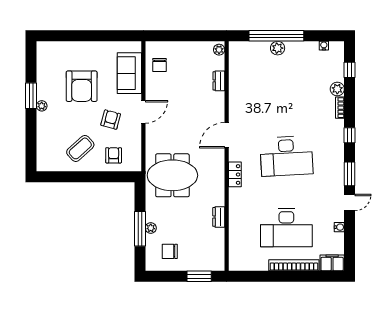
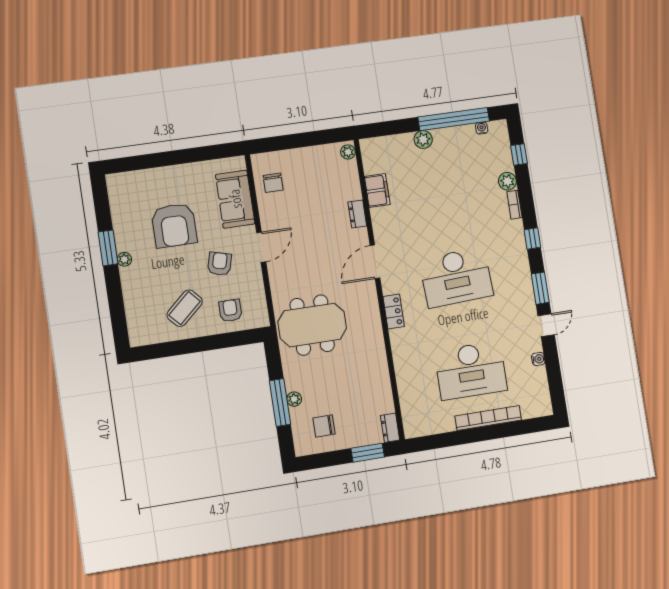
window: (276, 36) -> (454, 119), moved
dresser: (219, 81) -> (357, 214), moved
dresser: (219, 217) -> (390, 428), moved
filing cabinet: (332, 263) -> (377, 191), moved, turned 90

